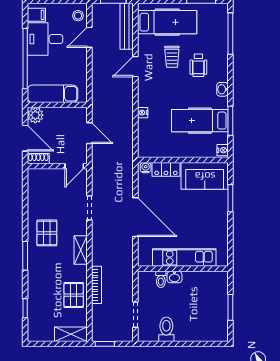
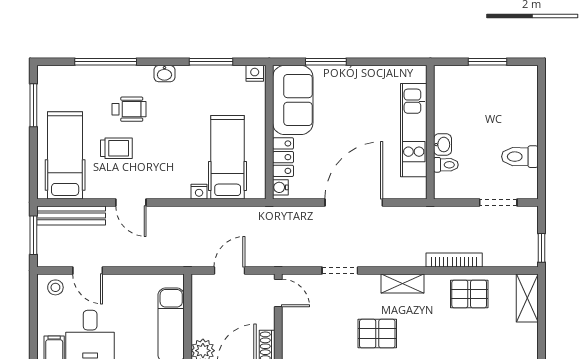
window: (230, 34) -> (106, 62), moved
hospital bed: (200, 121) -> (228, 157), moved, turned 180

